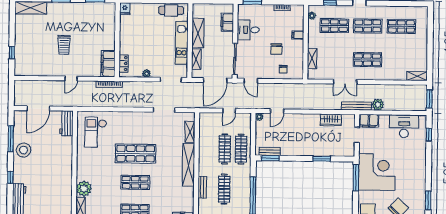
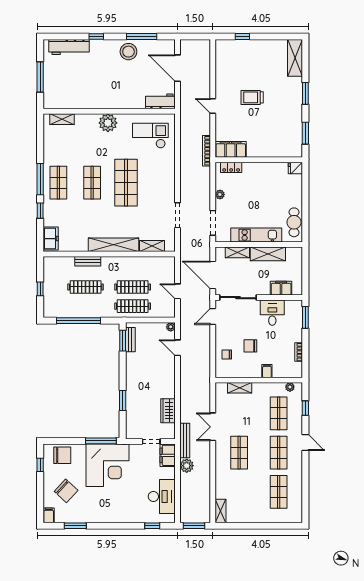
plant: (84, 189) -> (108, 123), moved

